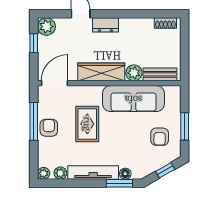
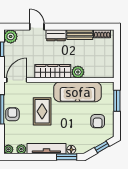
bench: (160, 74) -> (80, 35), moved
window: (185, 126) -> (117, 101), moved

